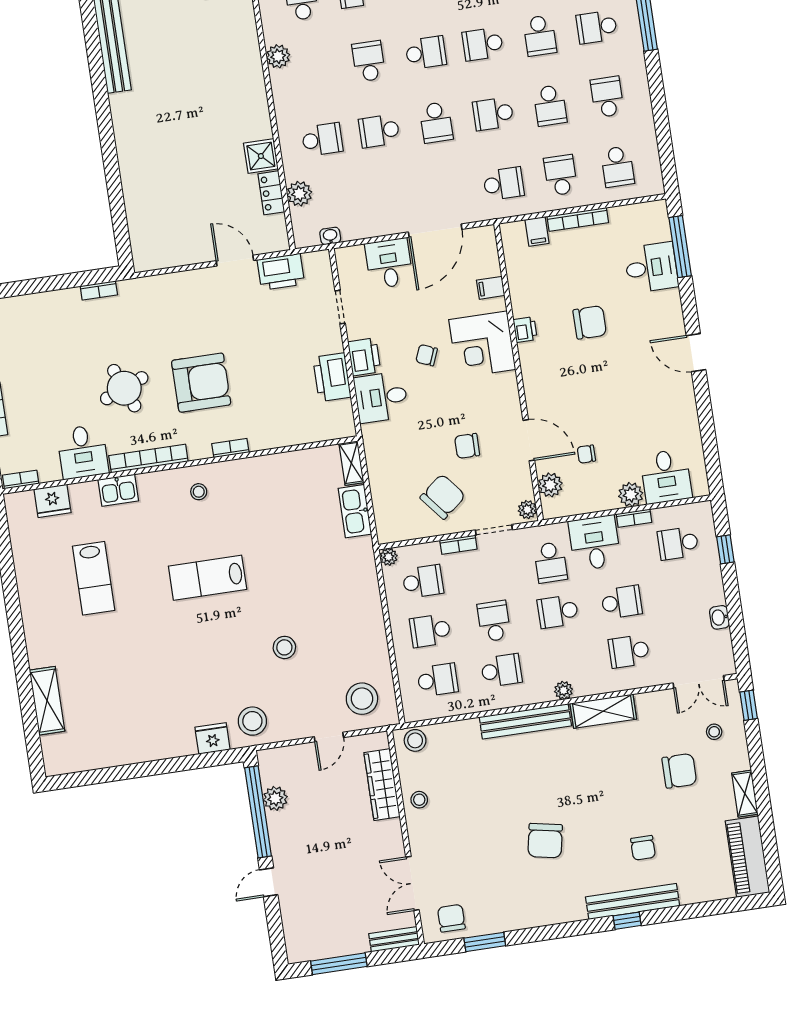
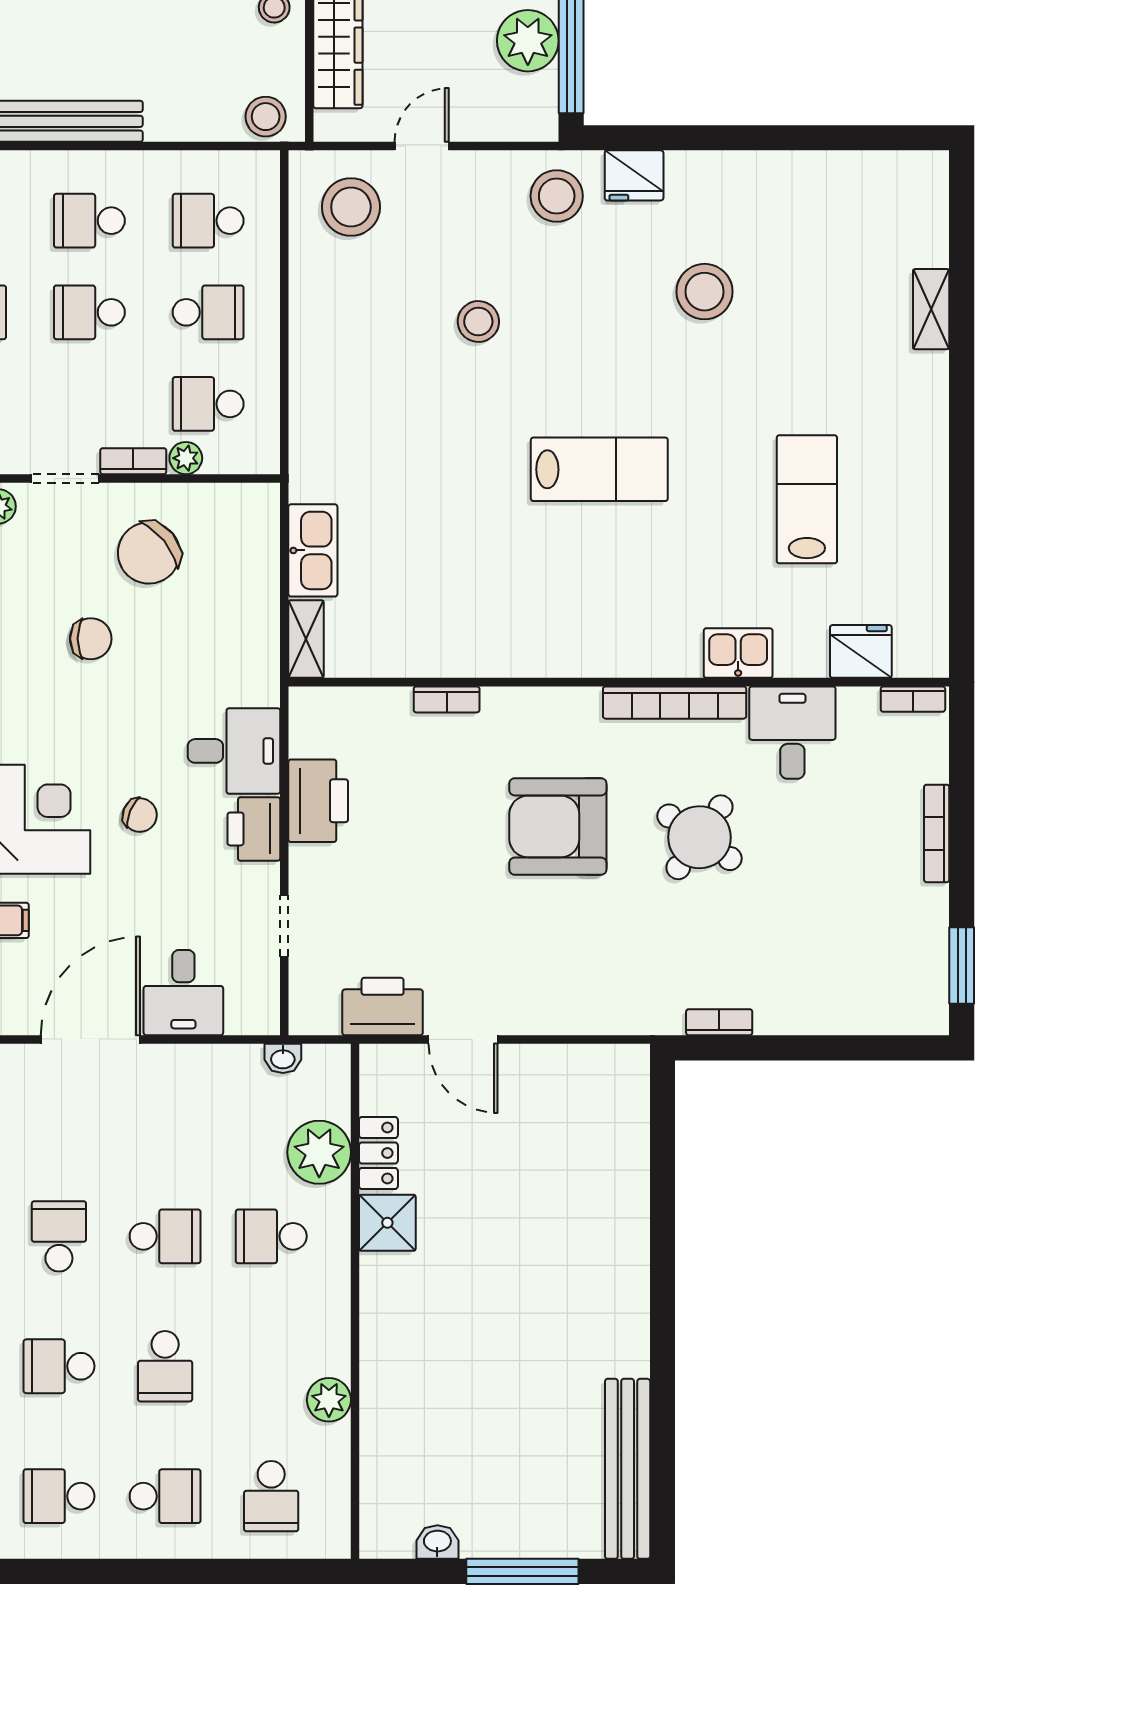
plant: (299, 194) -> (319, 1152), width x1.36, depth x1.36
round table: (124, 388) -> (699, 837), turned -33
bookcase: (230, 448) -> (447, 699), moved
stool: (199, 492) -> (705, 292), moved, width x1.89, depth x1.89
plant: (389, 557) -> (186, 458), moved
school desk: (494, 621) -> (89, 312), turned 90
shelving: (47, 701) -> (931, 309), width x0.67, depth x0.75
plant: (275, 798) -> (528, 41), width x1.36, depth x1.36

